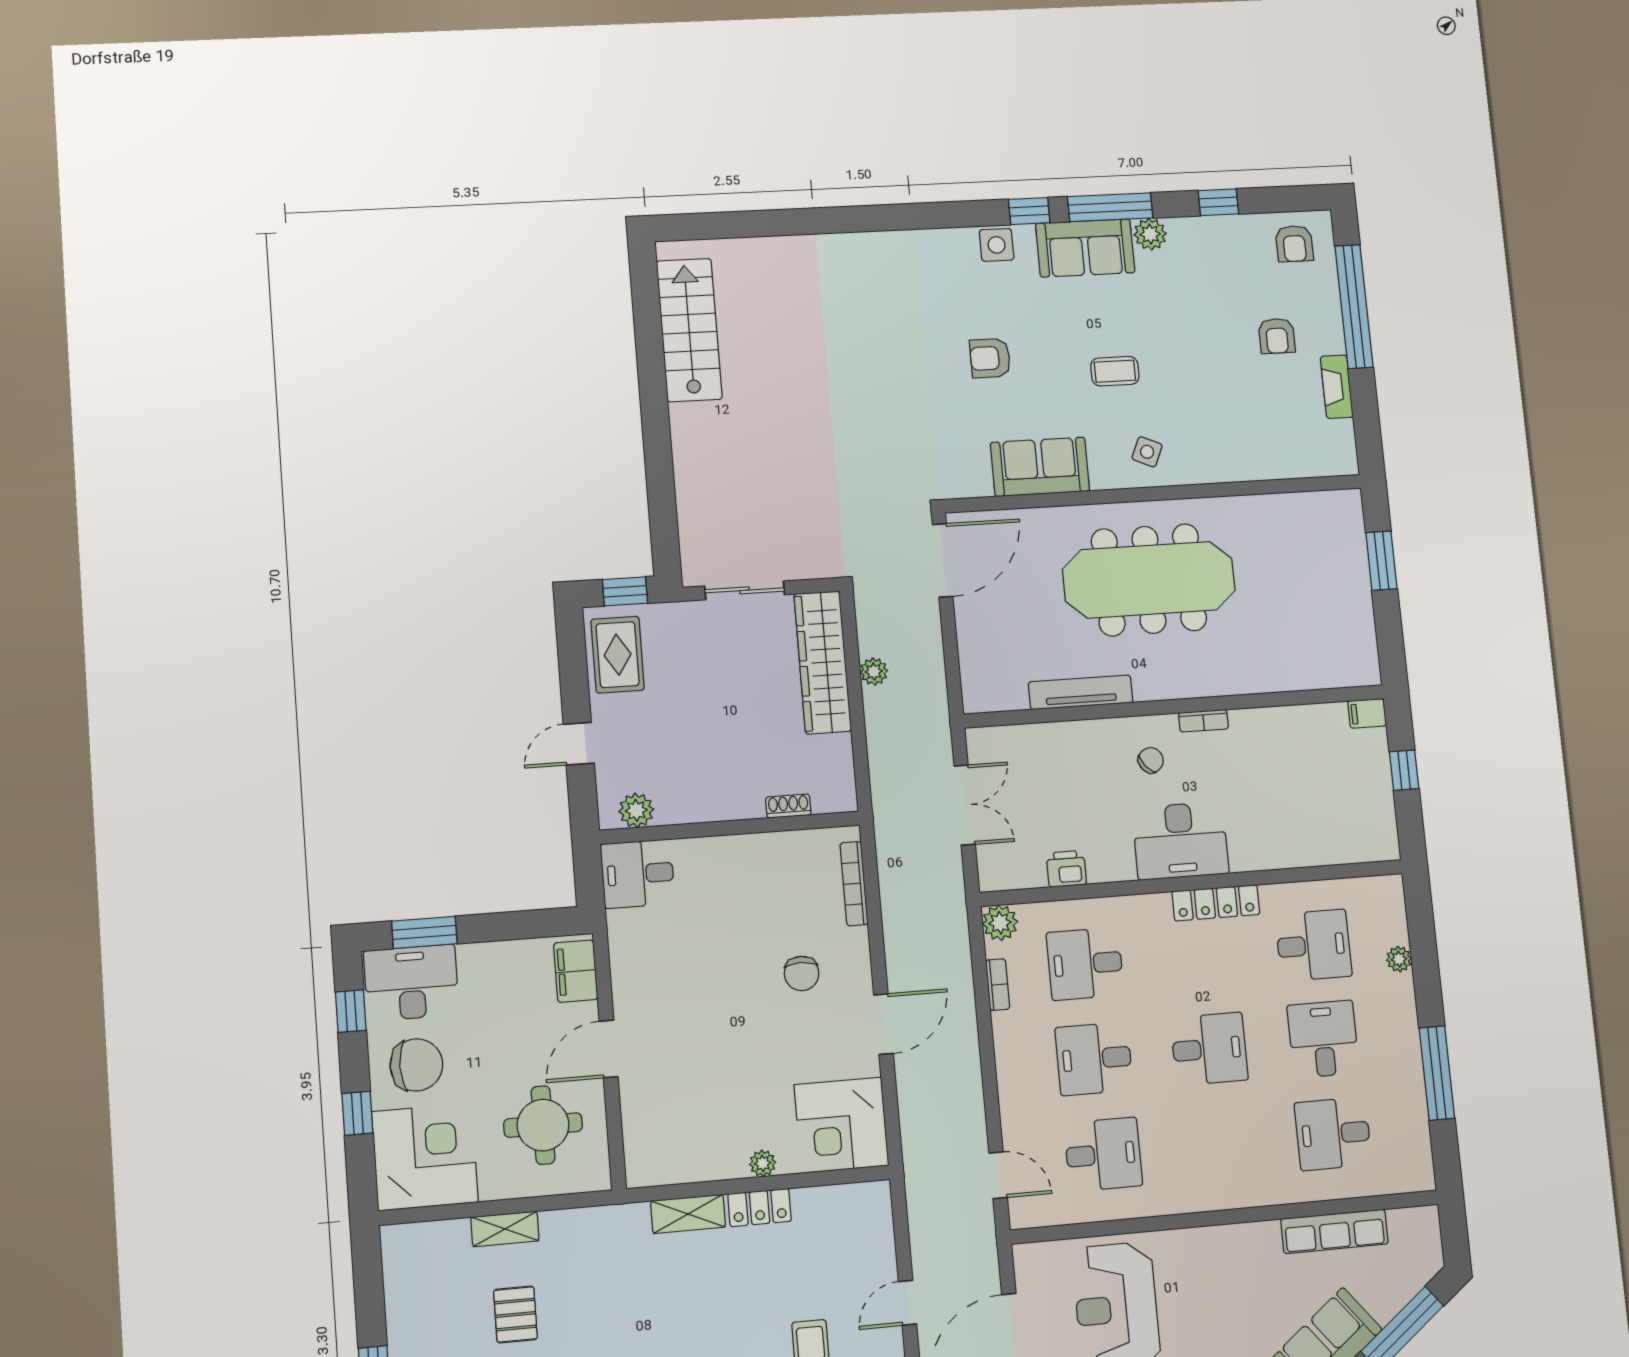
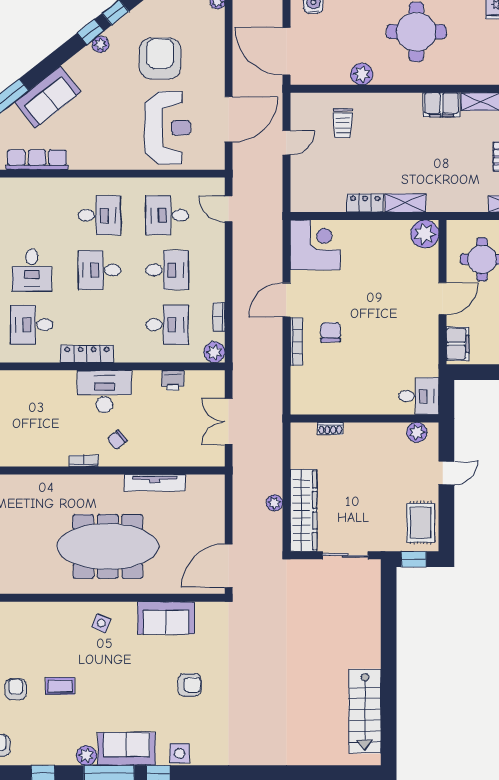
coffee table: (1115, 371) -> (60, 686), moved
bookcase: (854, 884) -> (296, 342), moved
desk: (1333, 1134) -> (99, 215), moved
plant: (763, 1163) -> (425, 234), moved, width x1.88, depth x1.88

